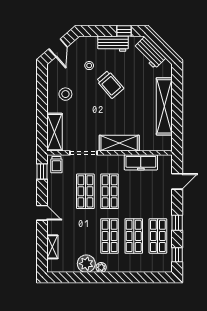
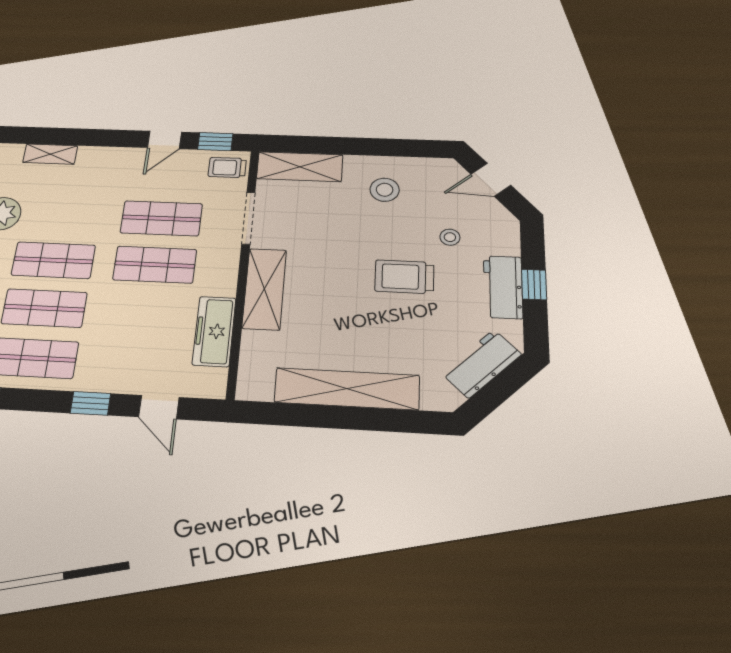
window: (124, 31) -> (534, 285), moved
trolley: (110, 84) -> (404, 277), turned 41
door: (42, 213) -> (164, 140), moved
window: (177, 223) -> (90, 403), moved

